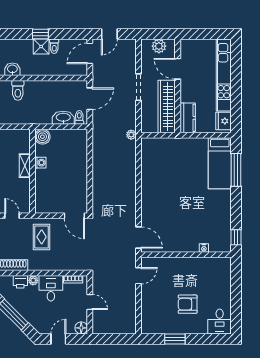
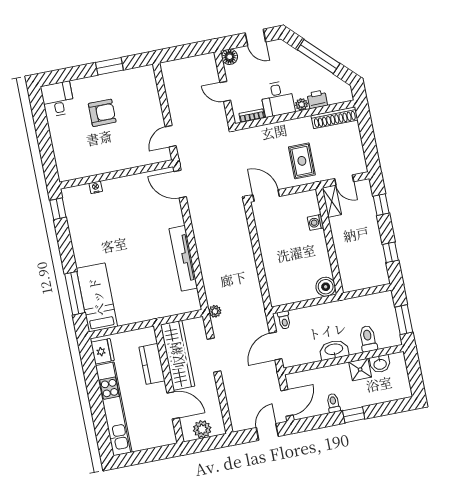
shower: (41, 47) -> (360, 369), moved
doorway: (139, 87) -> (214, 355), moved
washbasin: (63, 118) -> (334, 350), moved, turned 180
kitchen counter: (188, 118) -> (152, 364), moved
washing machine: (40, 163) -> (316, 222), moved
shelving: (25, 166) -> (332, 201), moved
tv unit: (147, 180) -> (183, 258), added
door: (58, 339) -> (255, 37), hinge flipped

